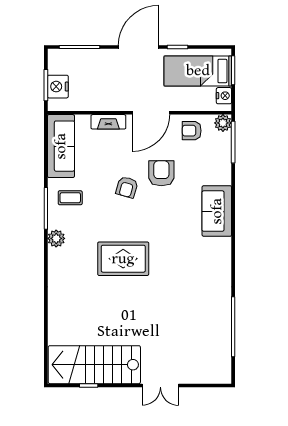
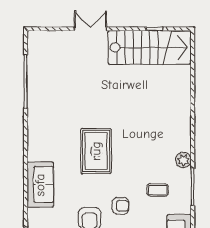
armchair: (127, 187) -> (120, 206), turned 74
coffee table: (70, 198) -> (158, 190), moved
rug: (123, 259) -> (96, 151), moved, turned 90

